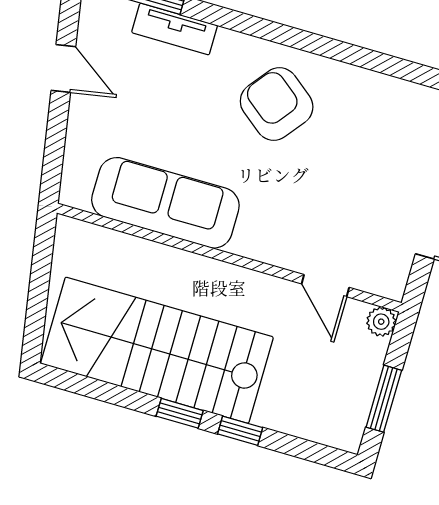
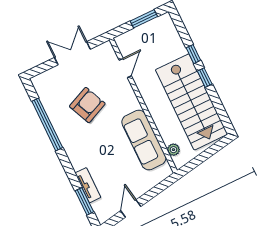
window: (350, 54) -> (47, 124), added
armchair: (277, 104) -> (87, 105), moved, turned -152
plant: (381, 322) -> (173, 150), moved

